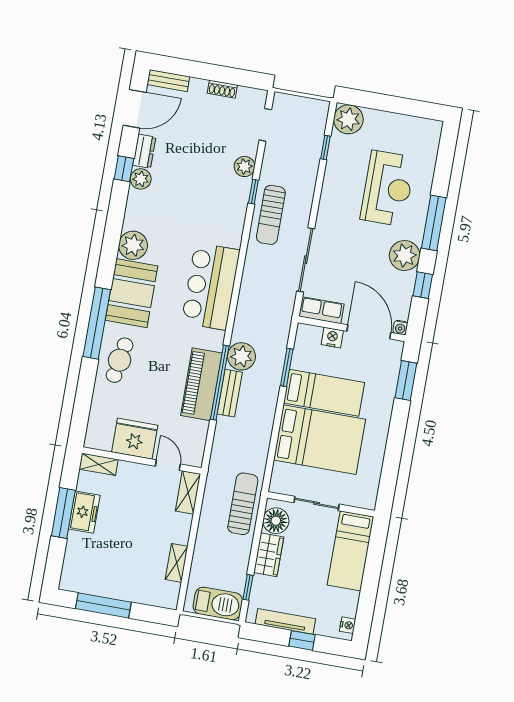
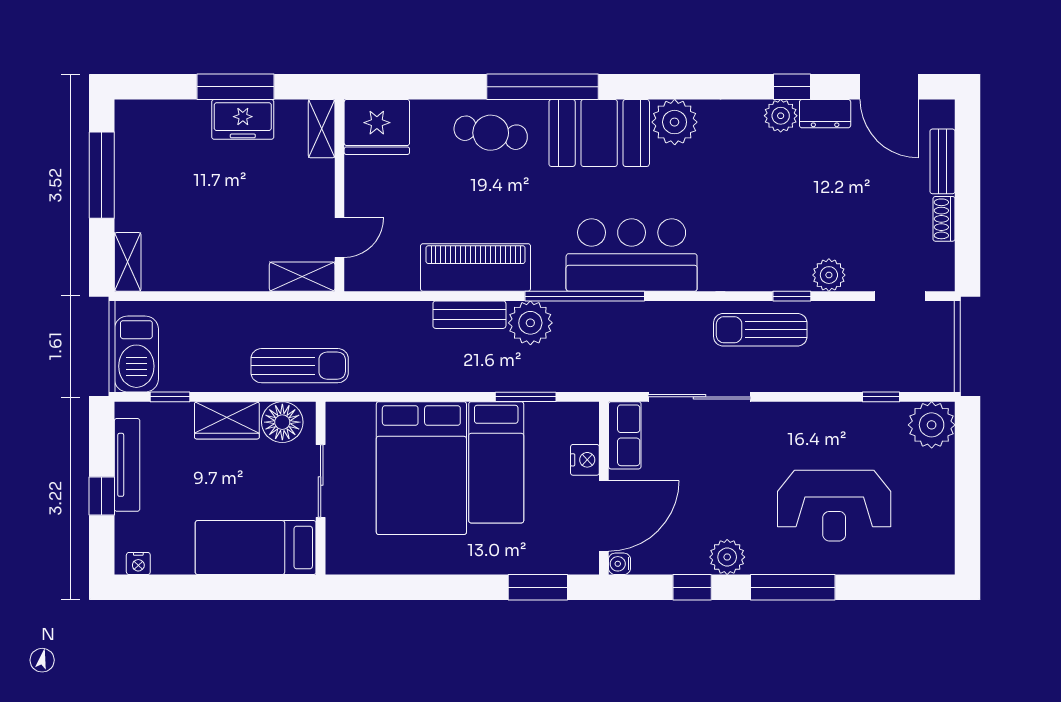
bench: (168, 81) -> (943, 161), moved
plant: (405, 256) -> (727, 557), width x0.73, depth x0.73
window: (220, 383) -> (585, 296), moved
fridge: (135, 439) -> (377, 127), moved, turned 90
shelving: (177, 563) -> (128, 262), moved, turned 90

